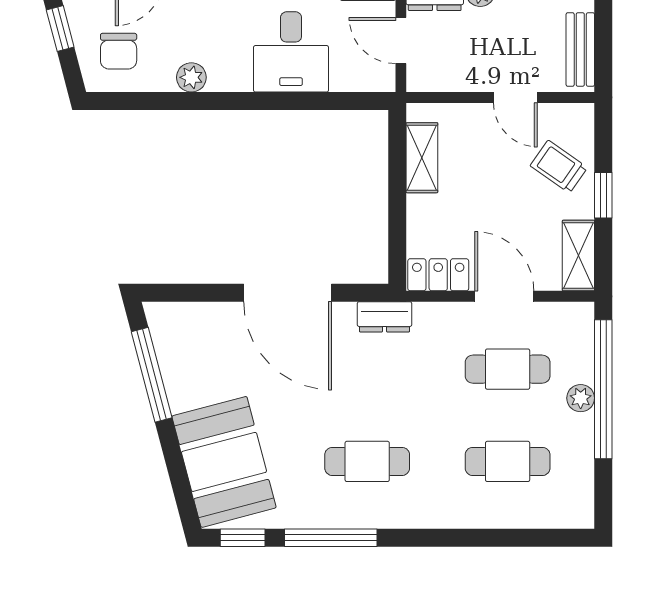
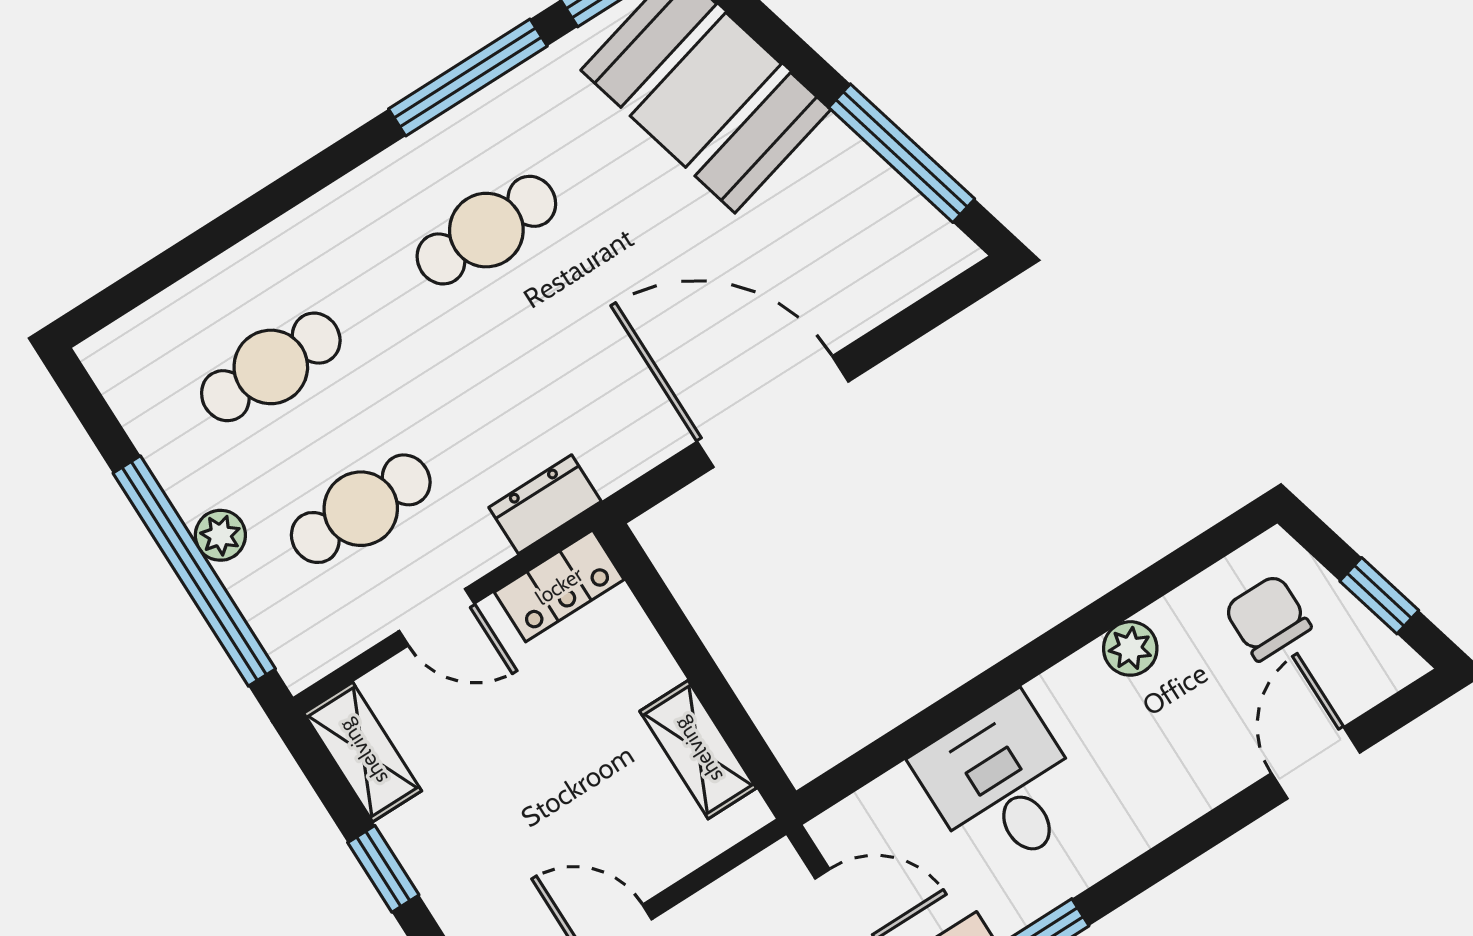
trolley: (559, 167) -> (479, 869), removed
door: (504, 296) -> (437, 617), width x0.73
dresser: (384, 317) -> (545, 504), moved

